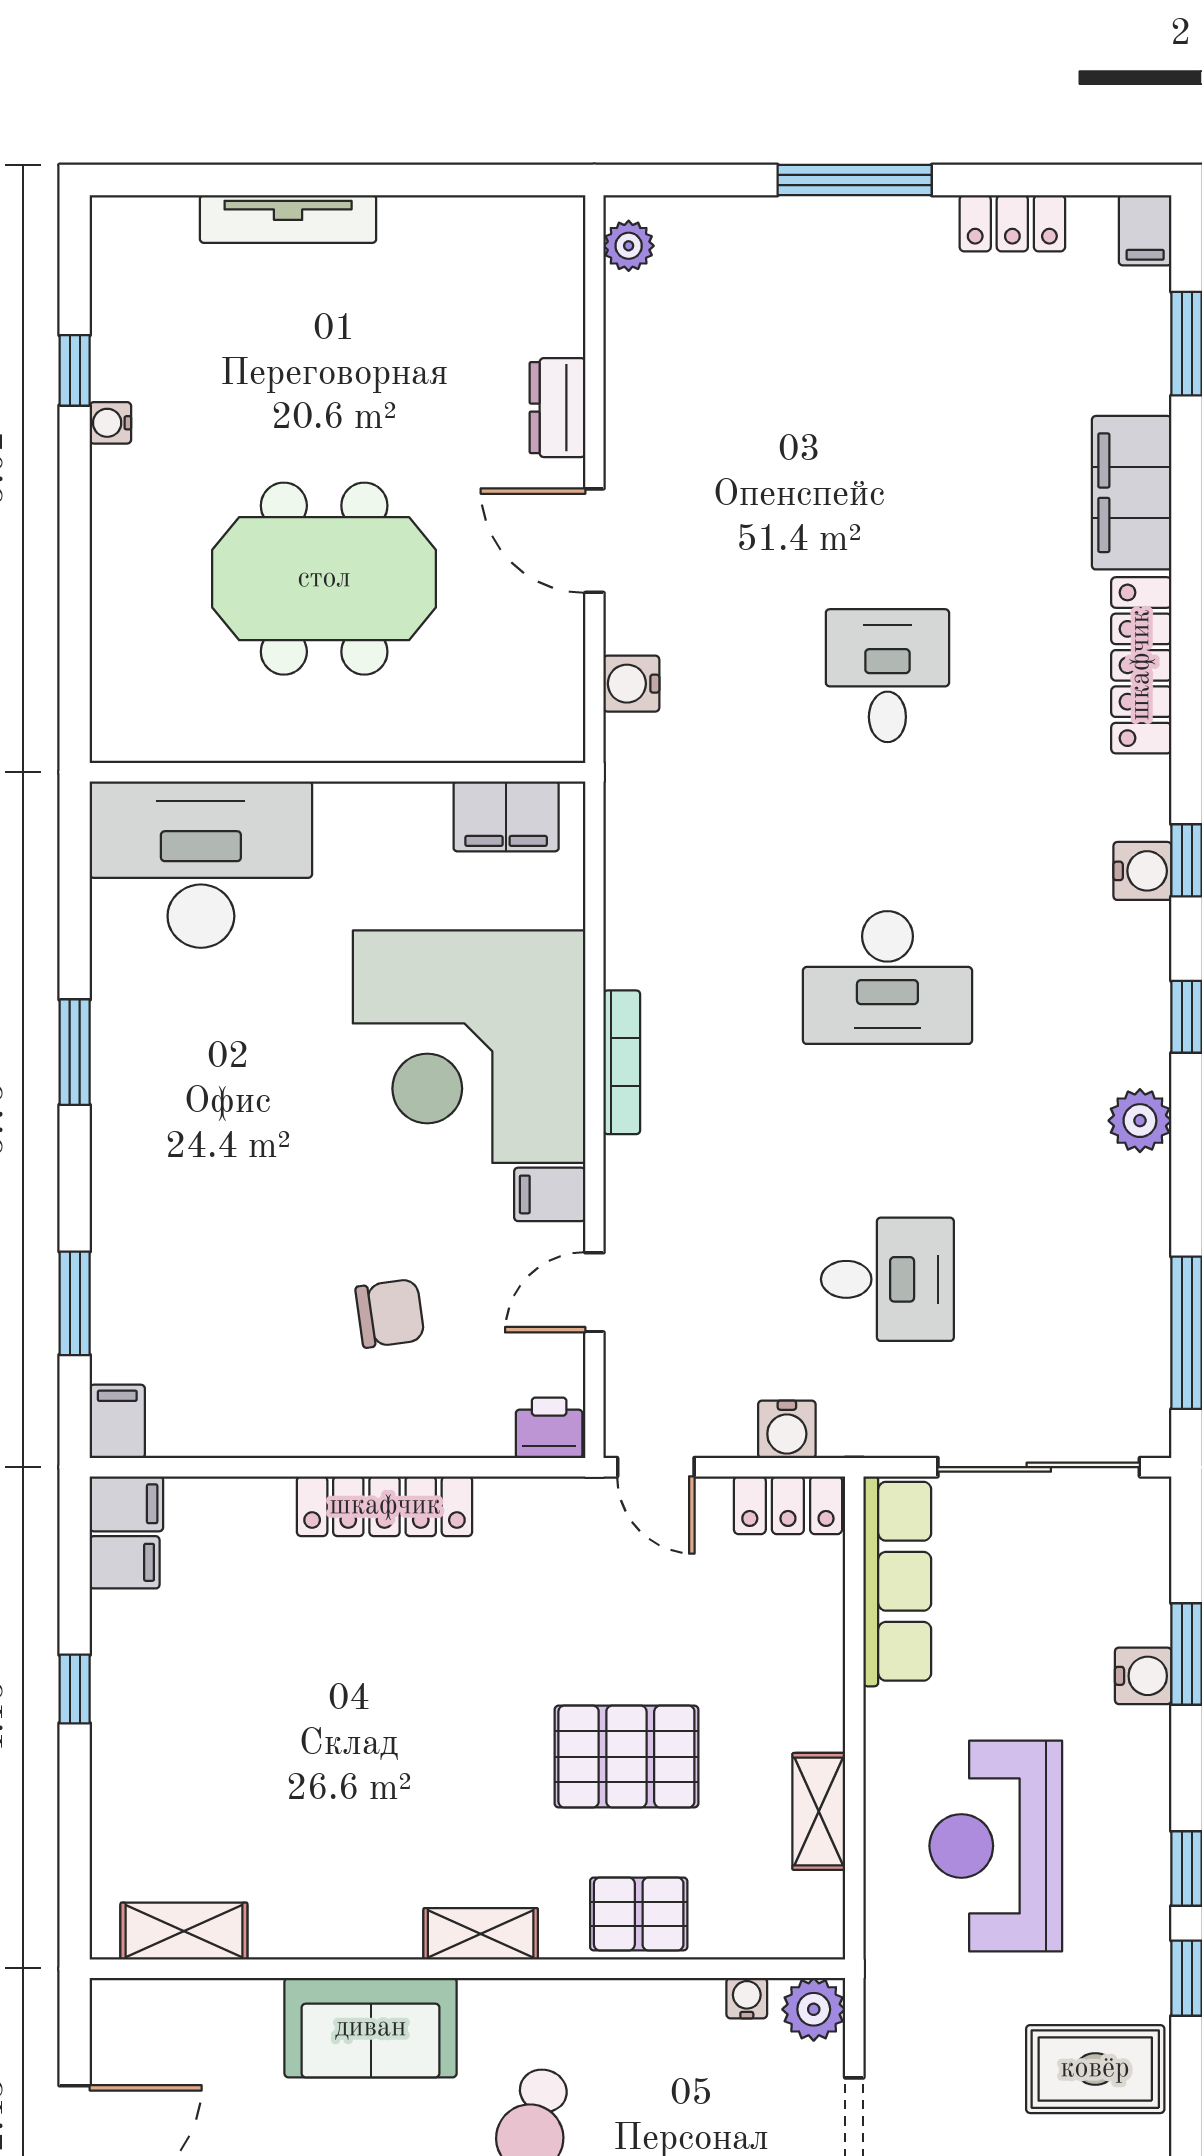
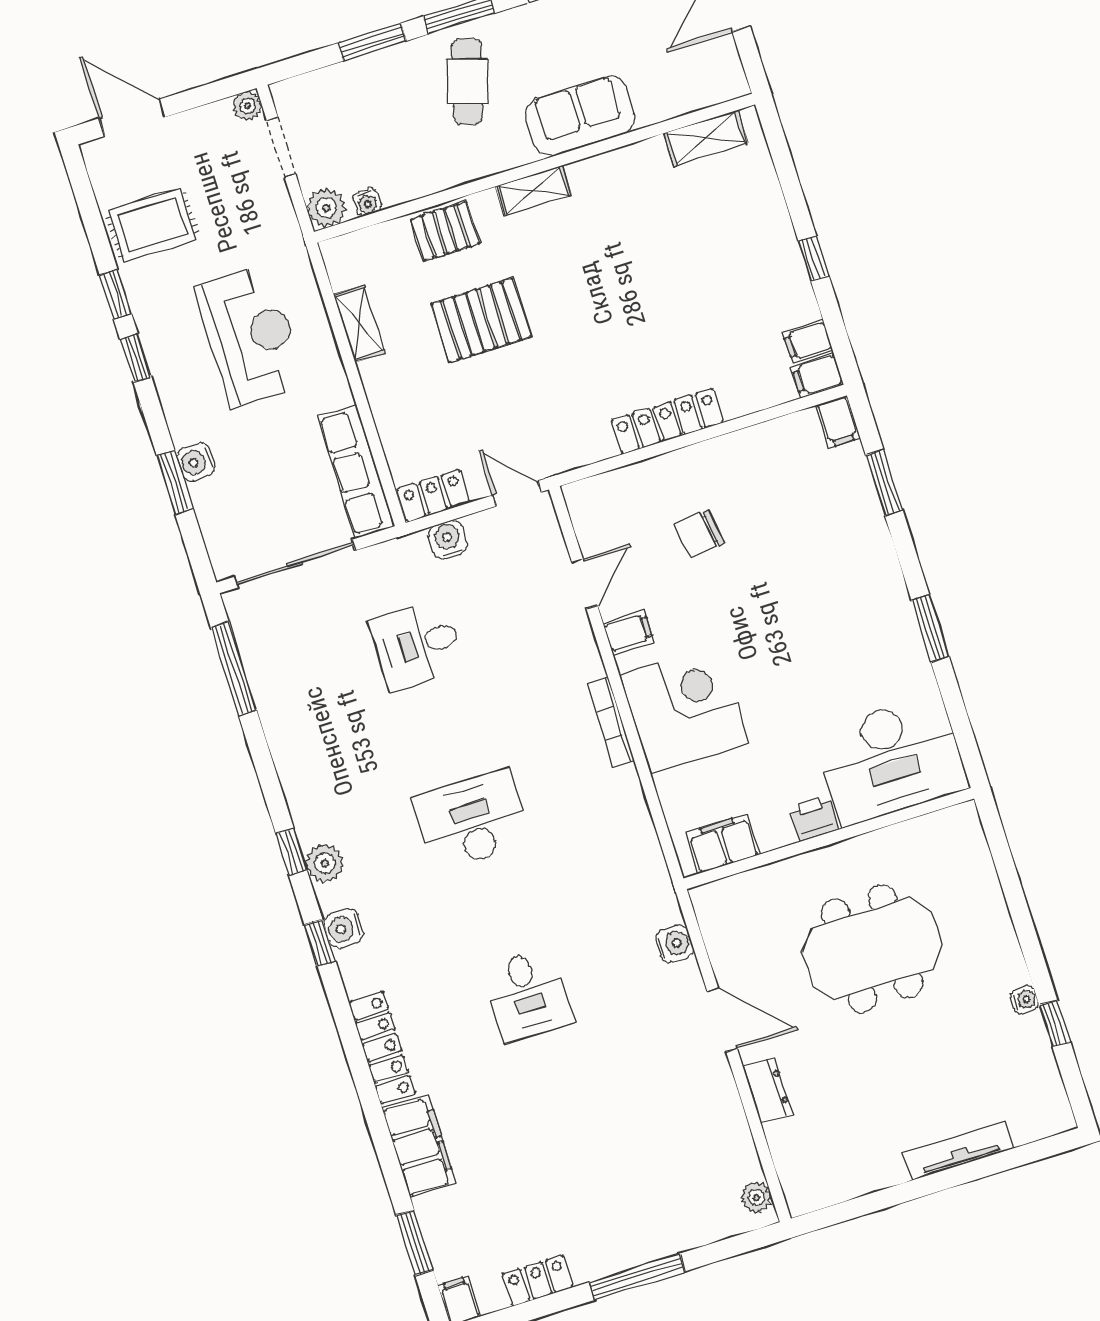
corner desk: (469, 1047) -> (684, 709), width x0.74, depth x0.74
plant: (1140, 1121) -> (325, 863), moved
printer: (549, 1428) -> (814, 818), moved, turned 180

